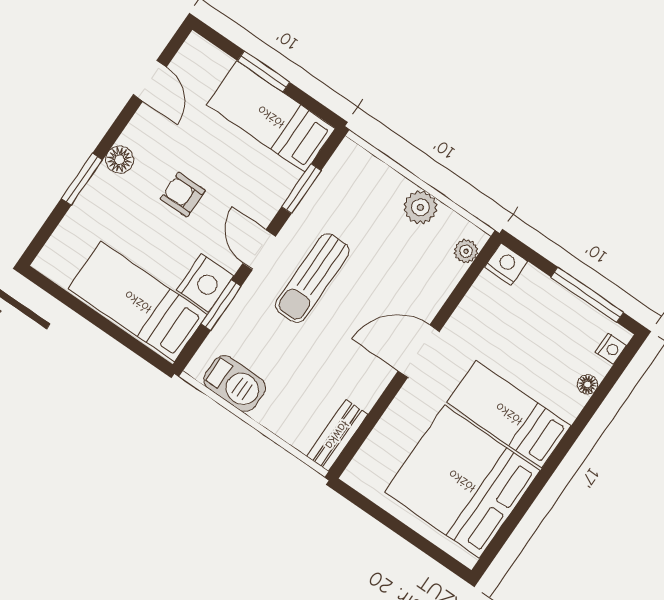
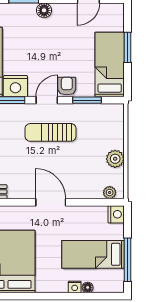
armchair: (183, 195) -> (67, 86), moved
nightstand: (611, 349) -> (75, 287), moved
bed: (509, 414) -> (93, 254), moved, turned -90

